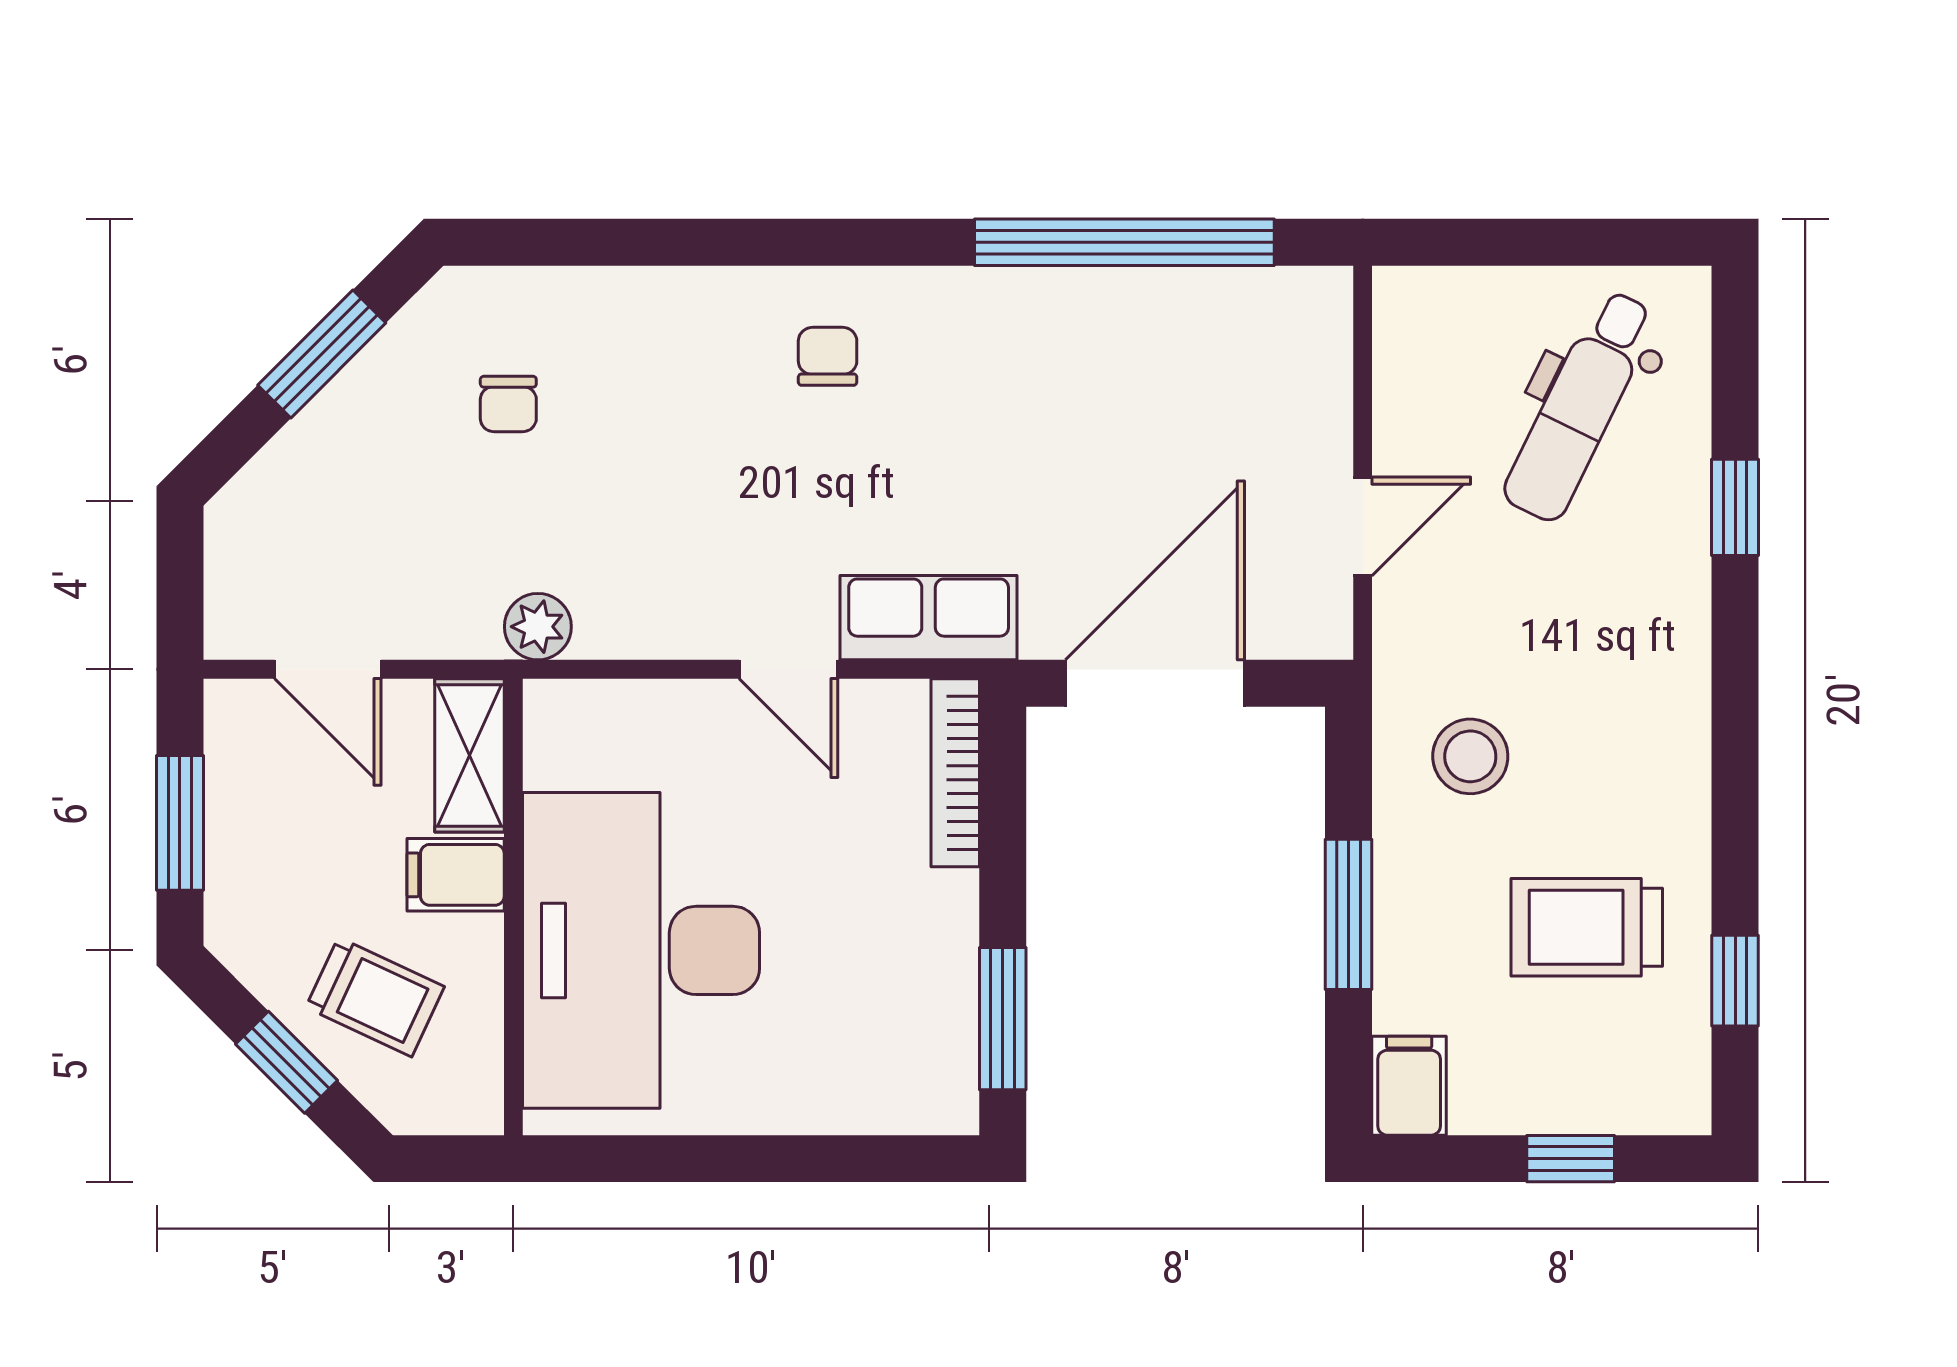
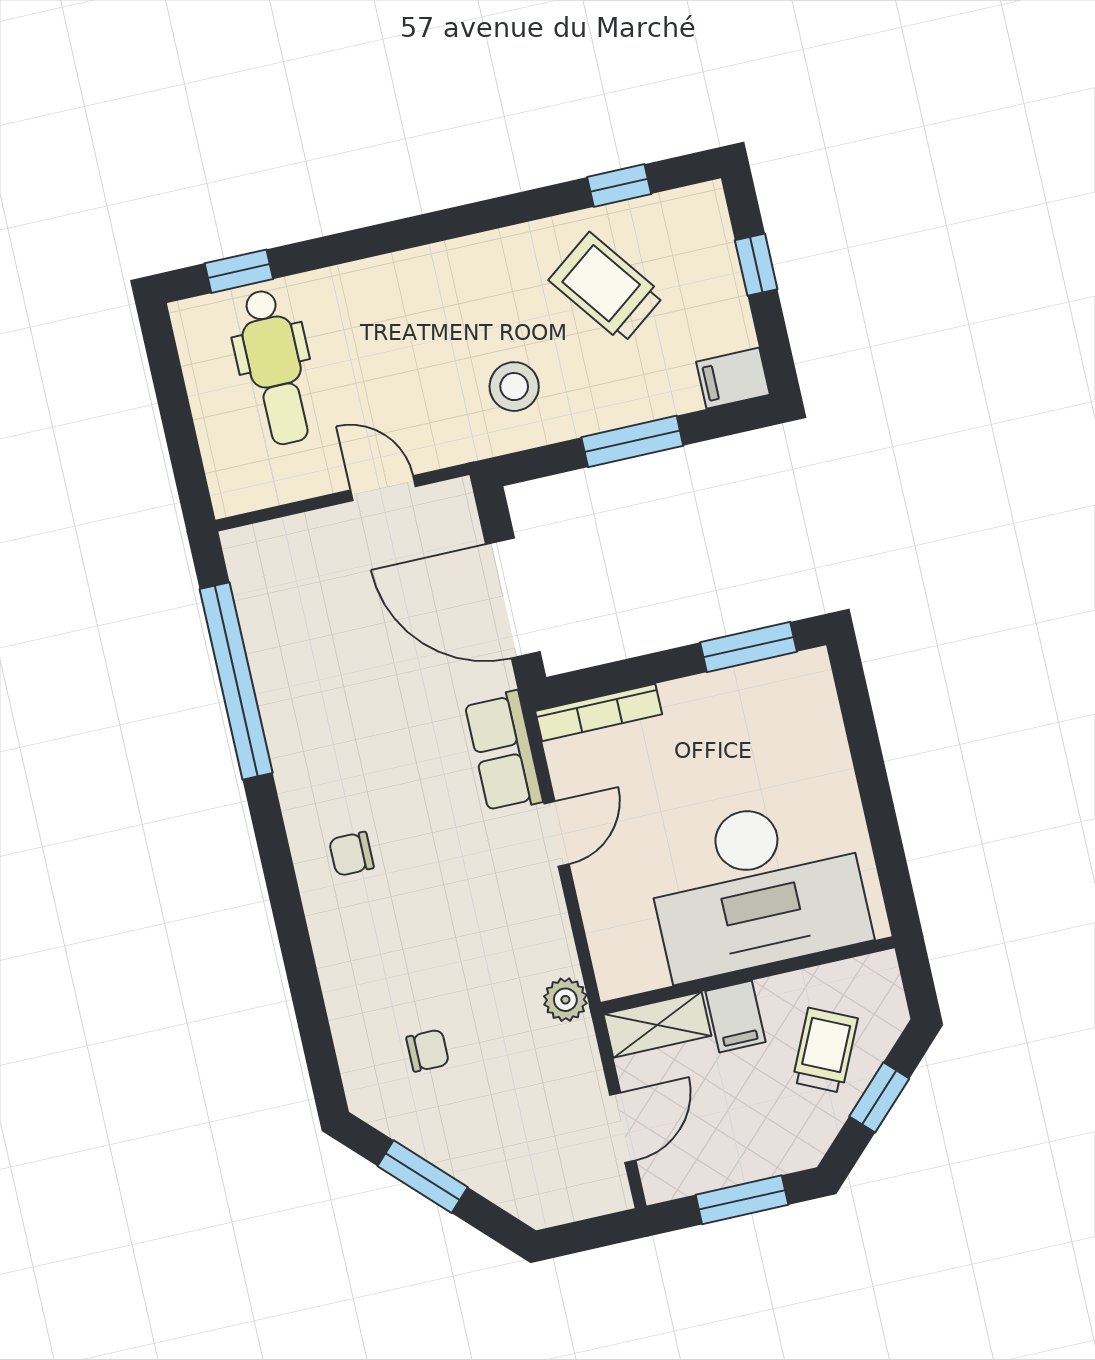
dental chair: (1580, 406) -> (275, 367), turned 64
window: (1735, 507) -> (239, 271), moved
trolley: (1587, 927) -> (606, 288), turned 143

